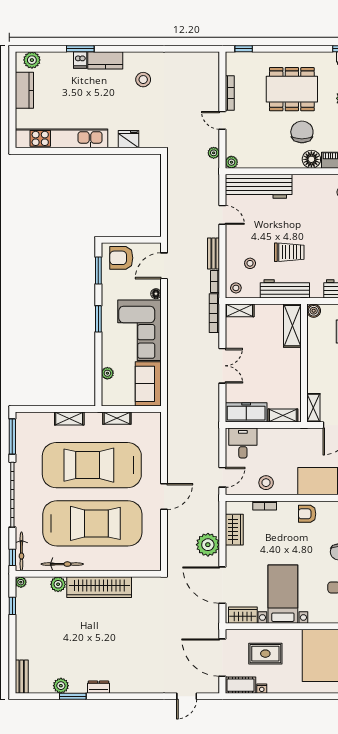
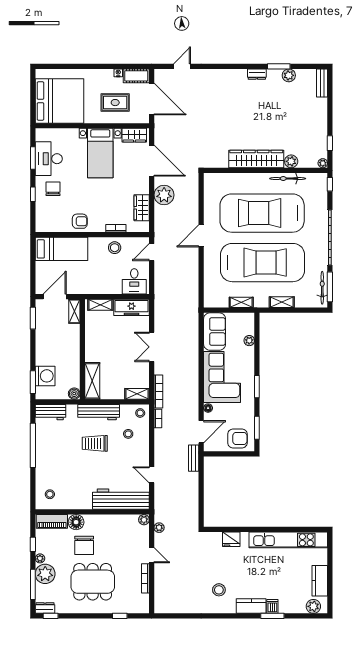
window: (244, 49) -> (120, 616), moved
bench: (213, 254) -> (194, 458), moved
bicycle: (21, 551) -> (322, 288), moved

